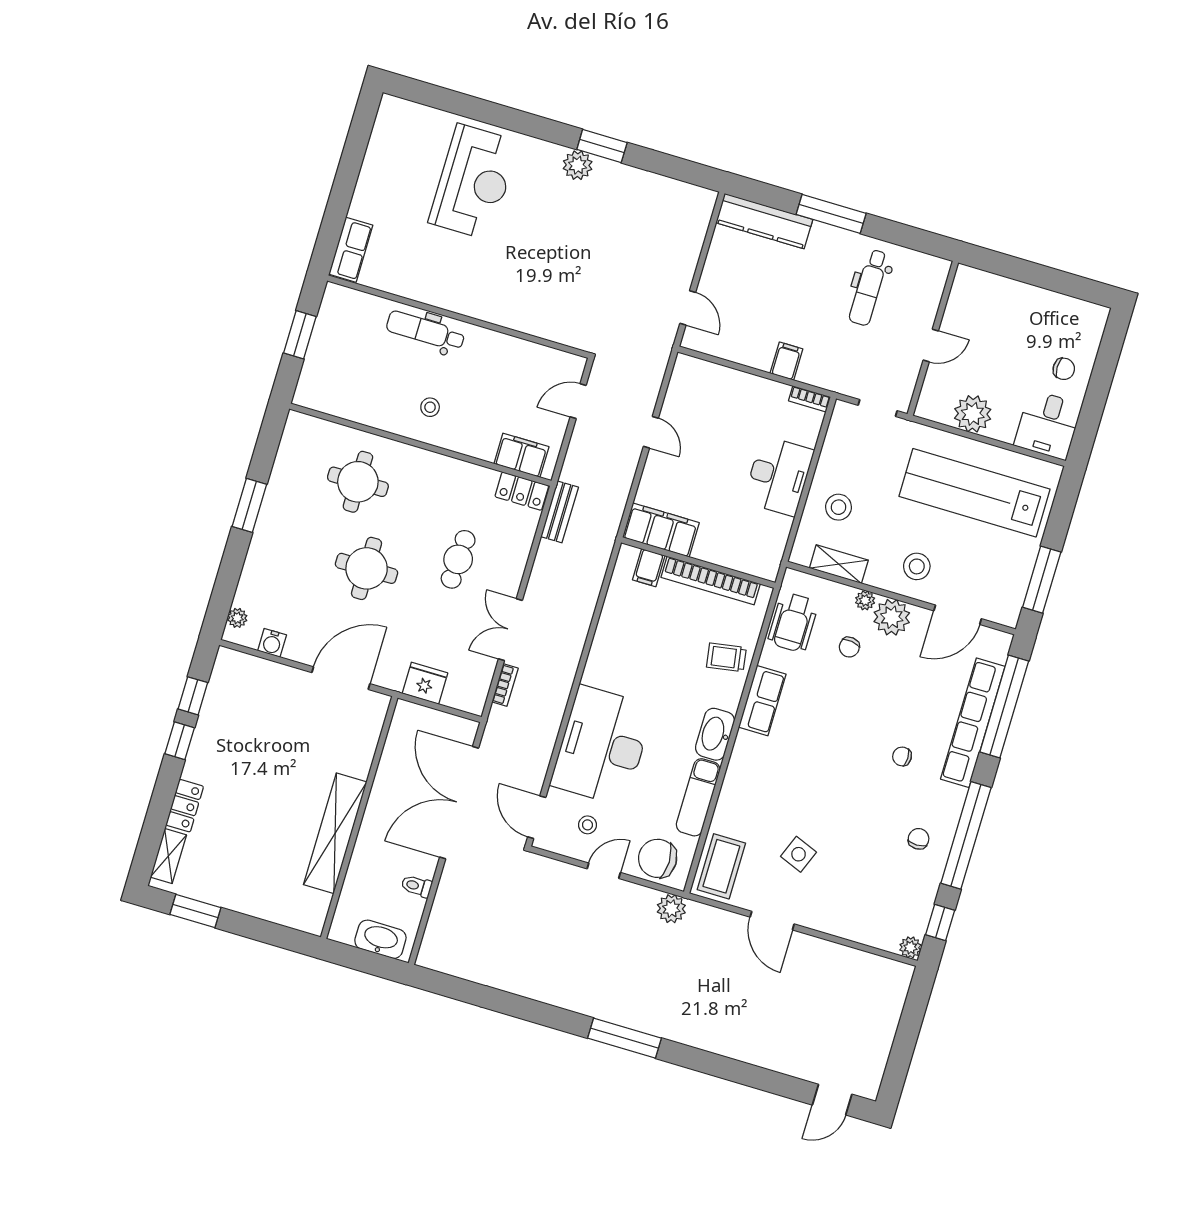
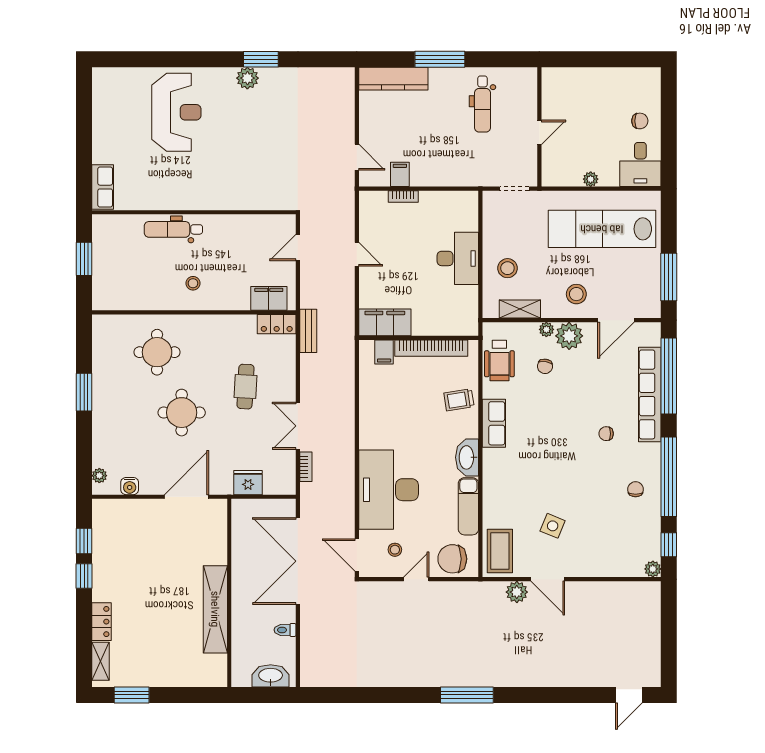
filing cabinet: (786, 361) -> (400, 174), moved
bookcase: (810, 399) -> (403, 197), moved
plant: (973, 414) -> (591, 179), width x0.53, depth x0.53
plant: (671, 909) -> (517, 592), moved

